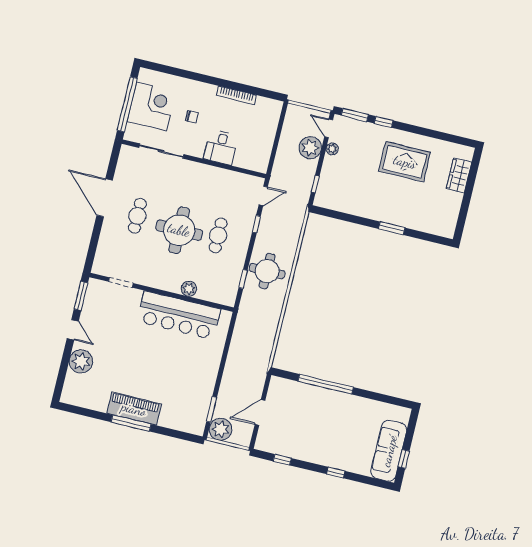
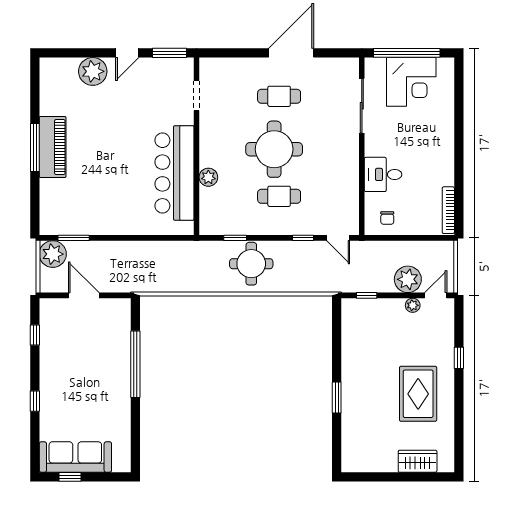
bookcase: (236, 95) -> (448, 210), moved
window: (355, 115) -> (459, 322), removed
chair: (192, 117) -> (387, 218), moved

